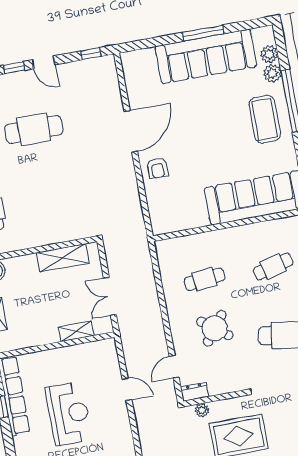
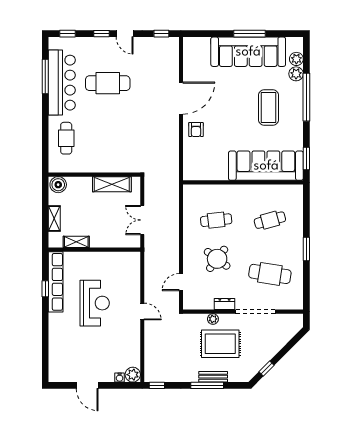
coffee table: (265, 119) -> (268, 107), moved
shelving: (76, 331) -> (76, 242), moved
door: (127, 389) -> (142, 311), moved
dresser: (195, 392) -> (224, 304), moved
plant: (202, 410) -> (213, 319), moved

